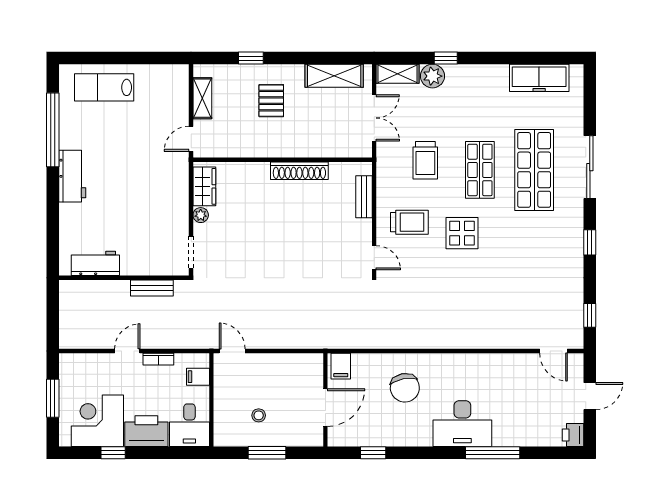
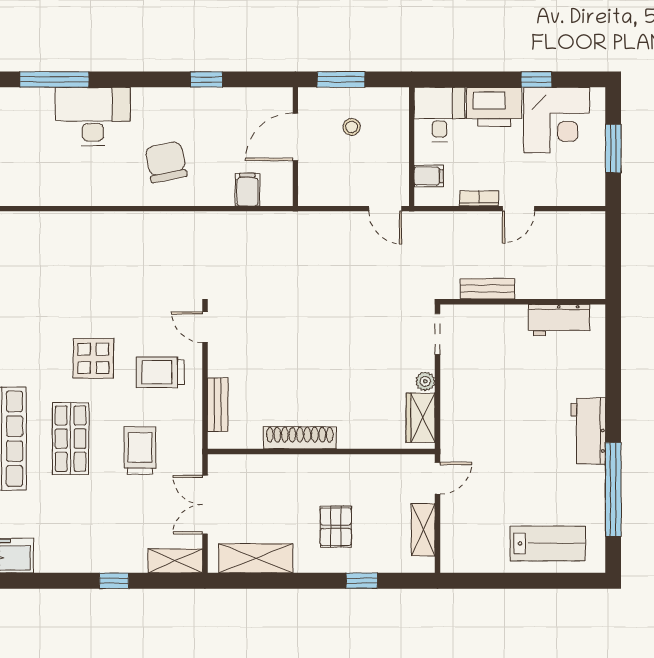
plant: (432, 76) -> (131, 558), removed
wall: (325, 400) -> (295, 147), moved
door: (325, 408) -> (295, 137), moved

